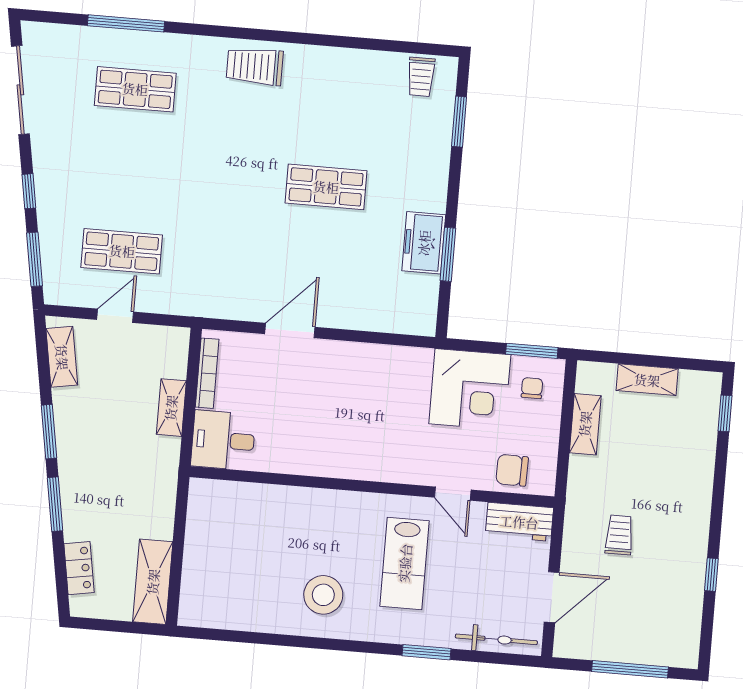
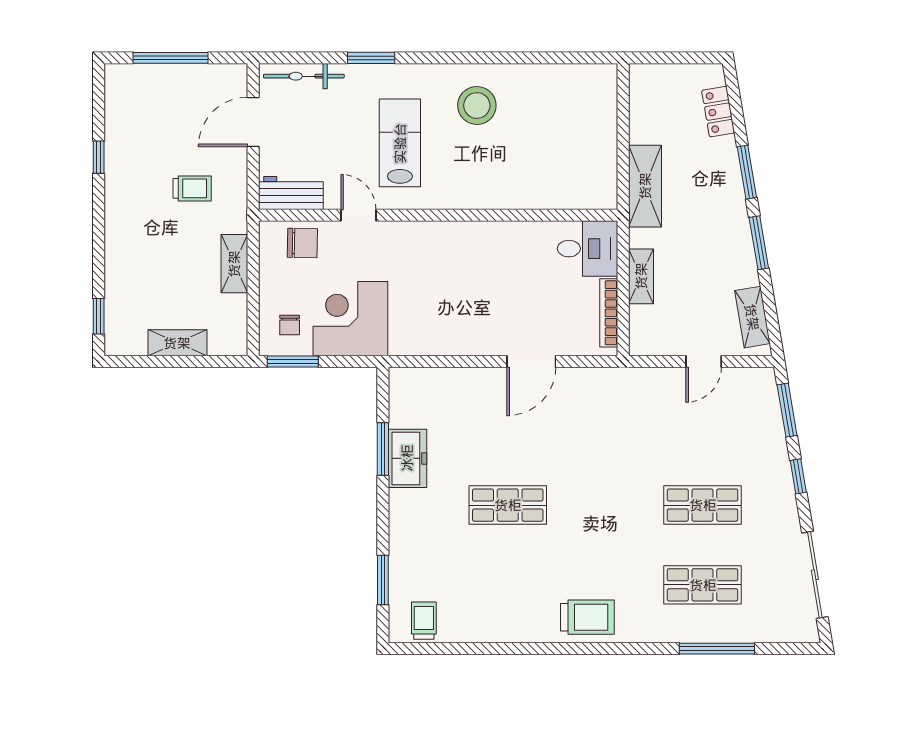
shop shelf: (122, 251) -> (703, 505), moved
shelving: (585, 424) -> (234, 264), moved
trolley: (619, 535) -> (192, 188), turned -90
shelving: (153, 582) -> (645, 186), moved

